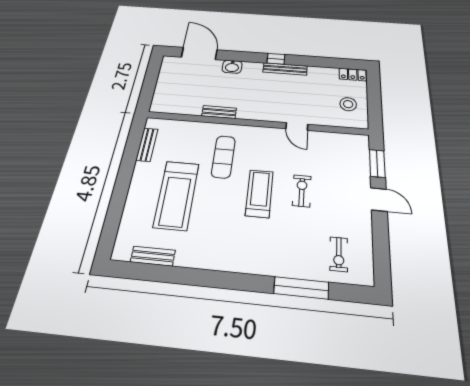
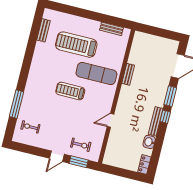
window: (245, 57) -> (170, 96), added
washbasin: (232, 67) -> (149, 142), moved
stool: (348, 104) -> (122, 156), removed
exercise mat: (223, 157) -> (96, 73), width x1.36, depth x1.45
exercise bike: (302, 191) -> (81, 145), moved
treadmill: (259, 193) -> (70, 91), turned 180

